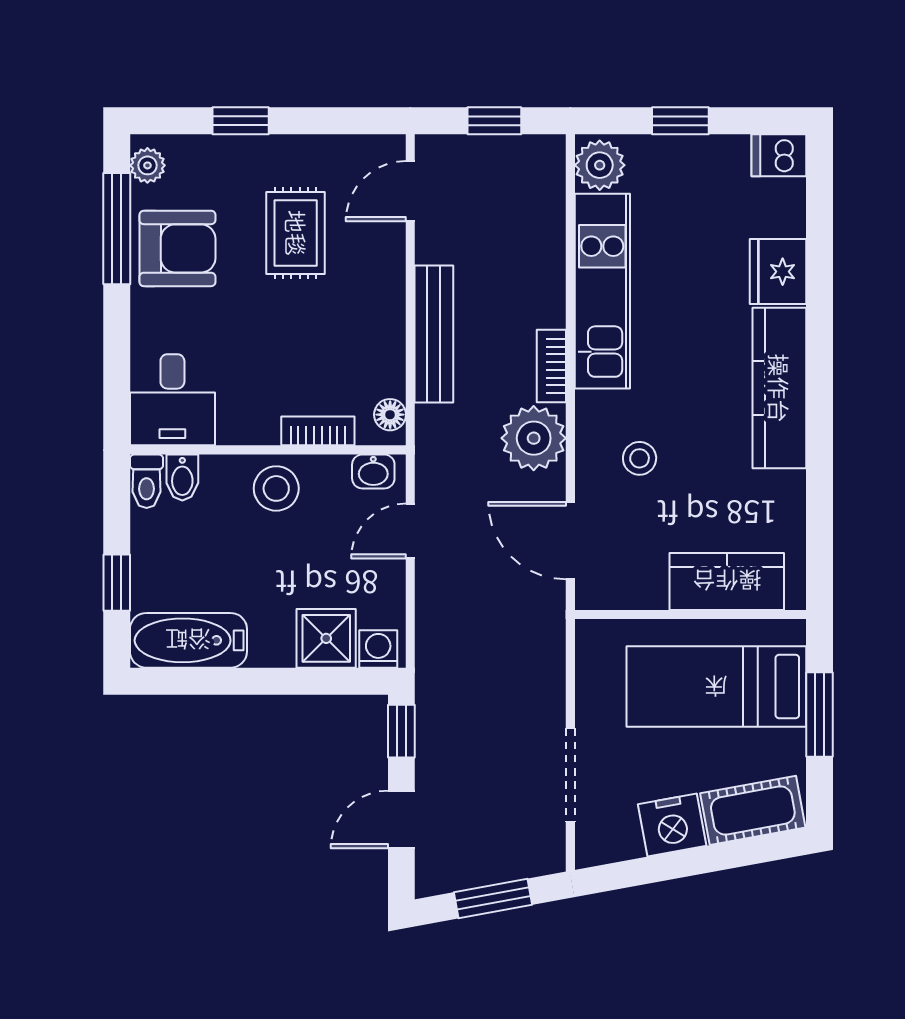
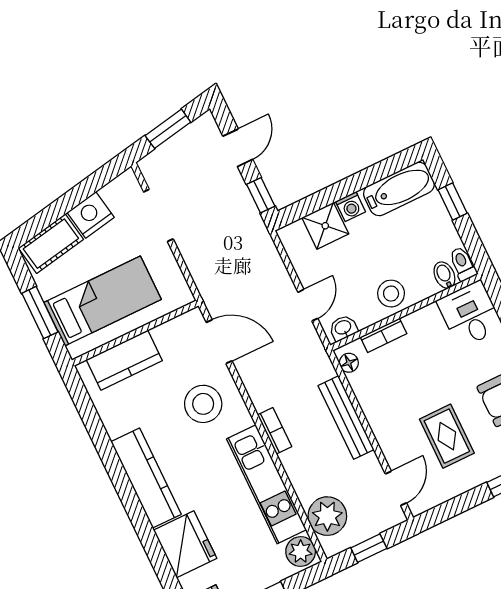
fridge: (778, 272) -> (185, 544), width x1.36, depth x1.34
plant: (534, 438) -> (327, 516), moved
stool: (640, 458) -> (203, 404), width x1.89, depth x1.89
washing machine: (378, 649) -> (350, 207), moved

